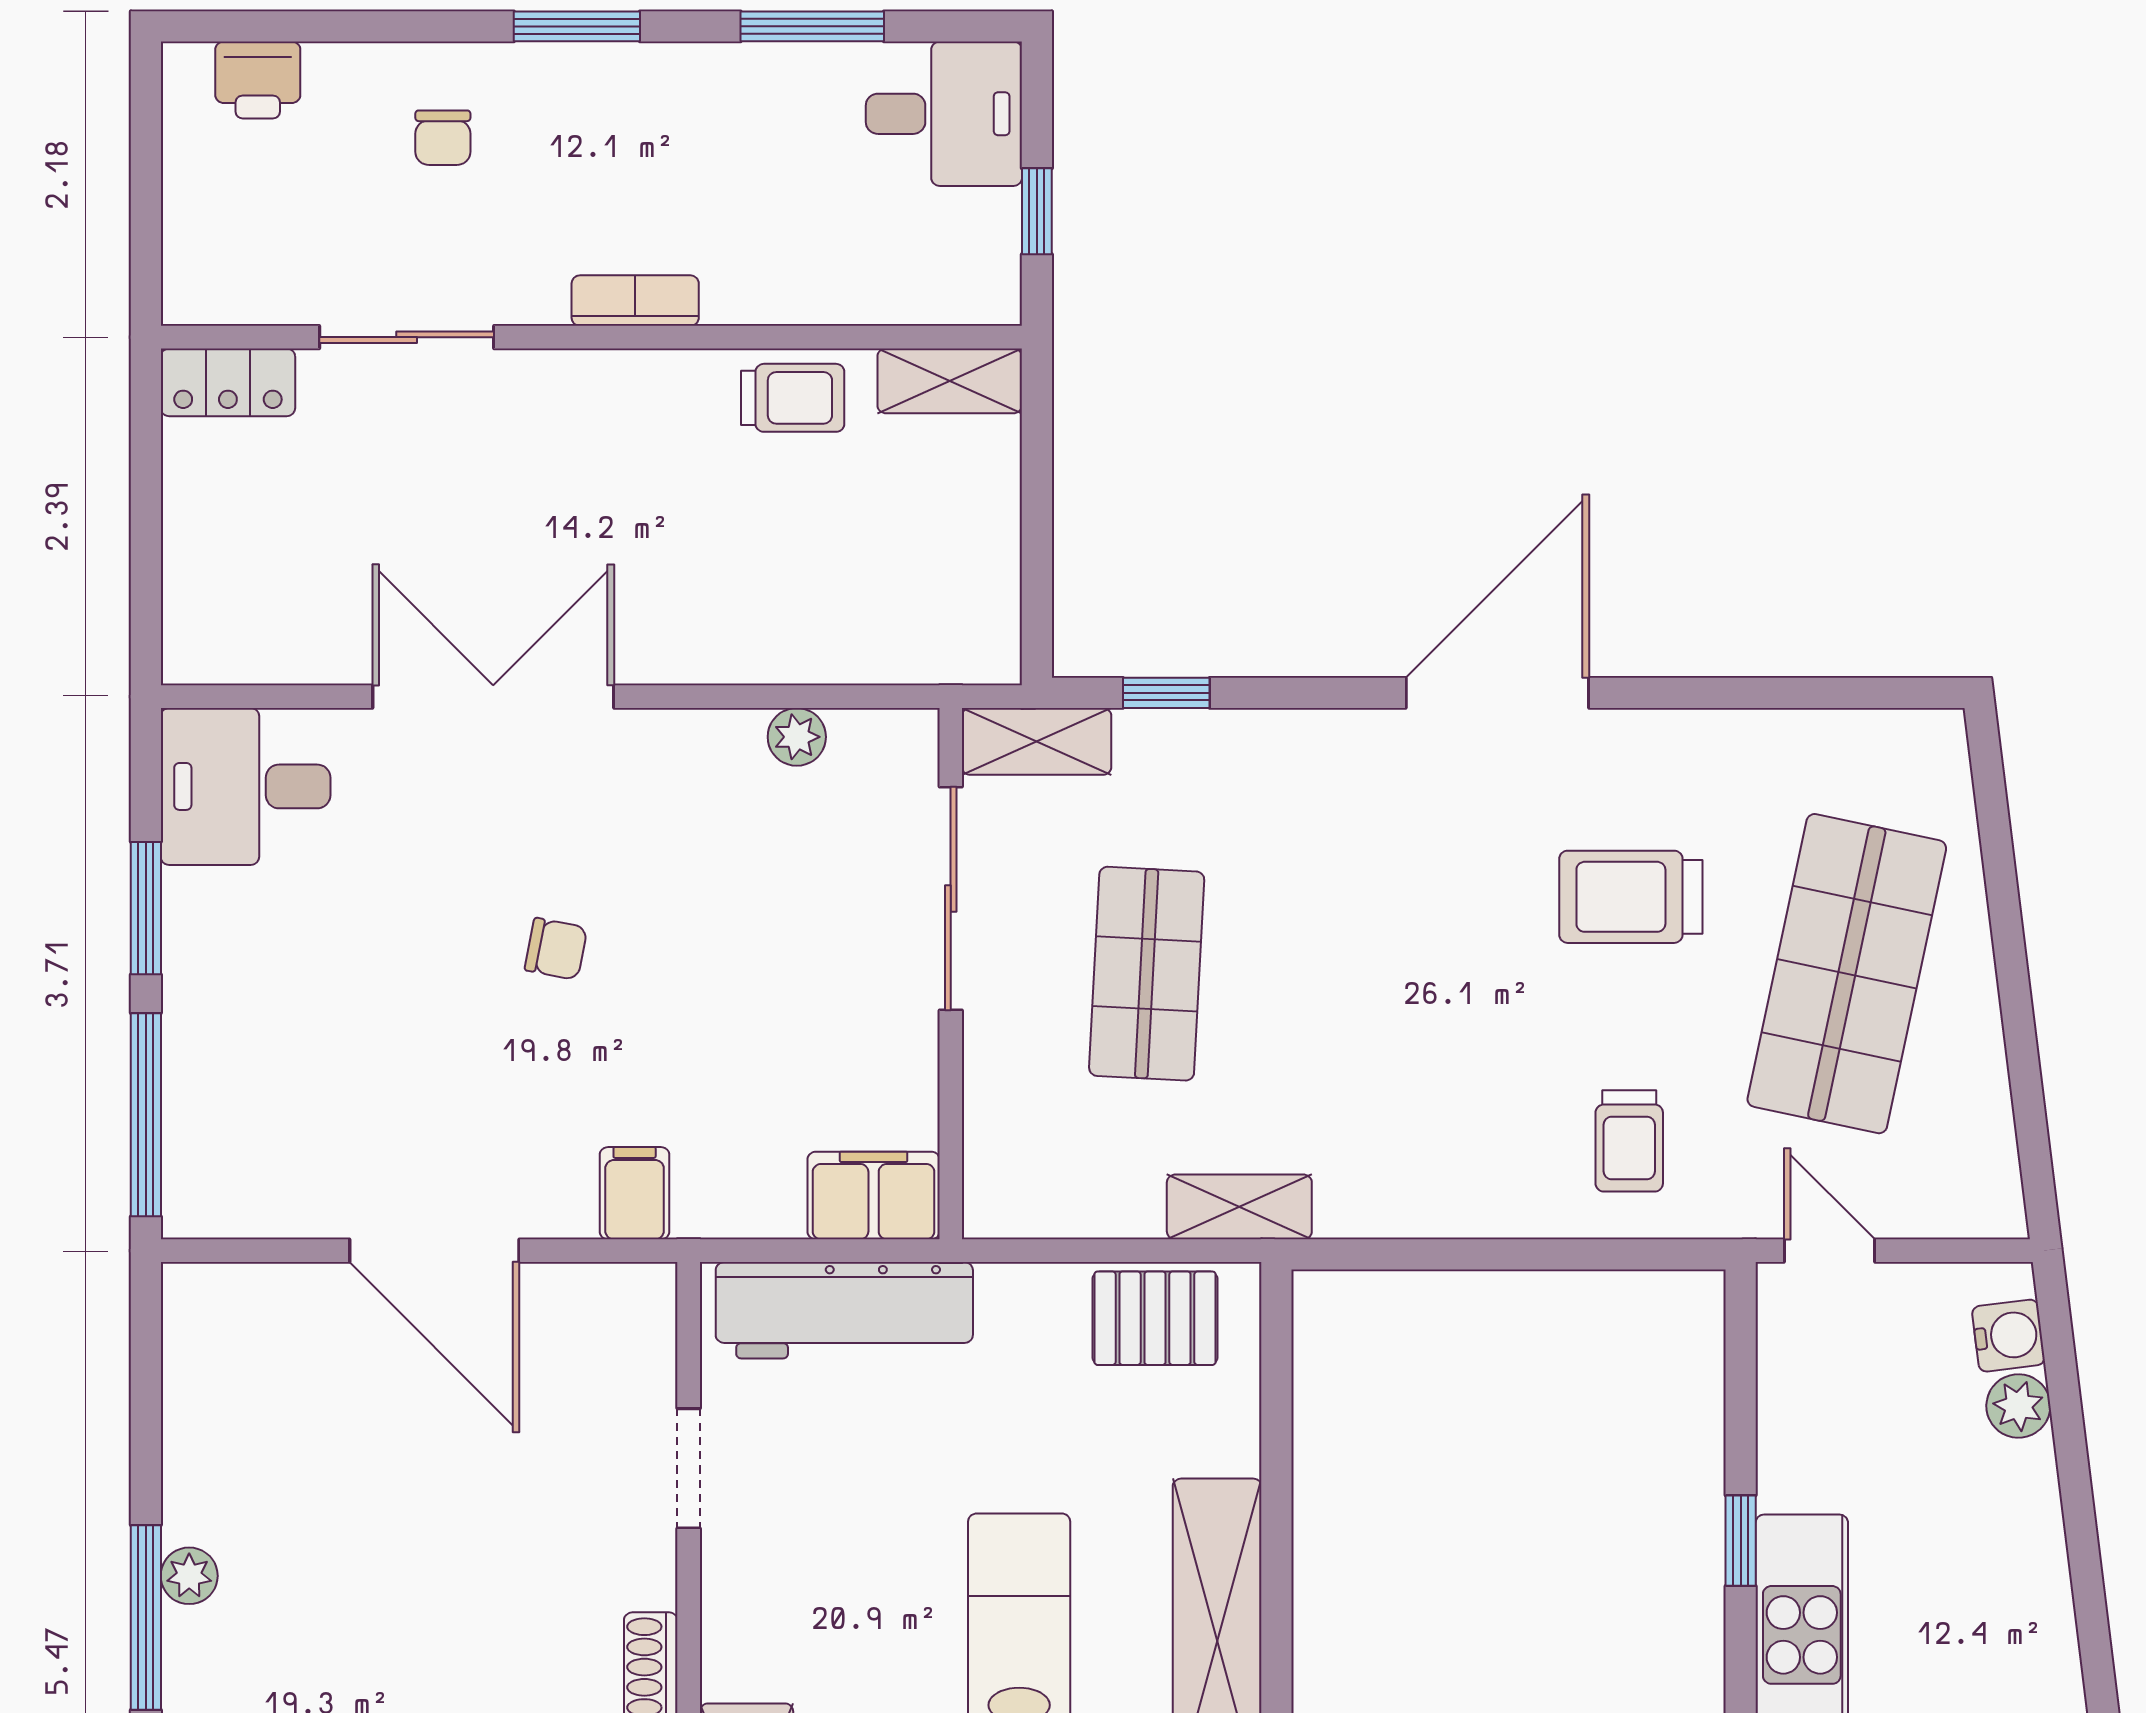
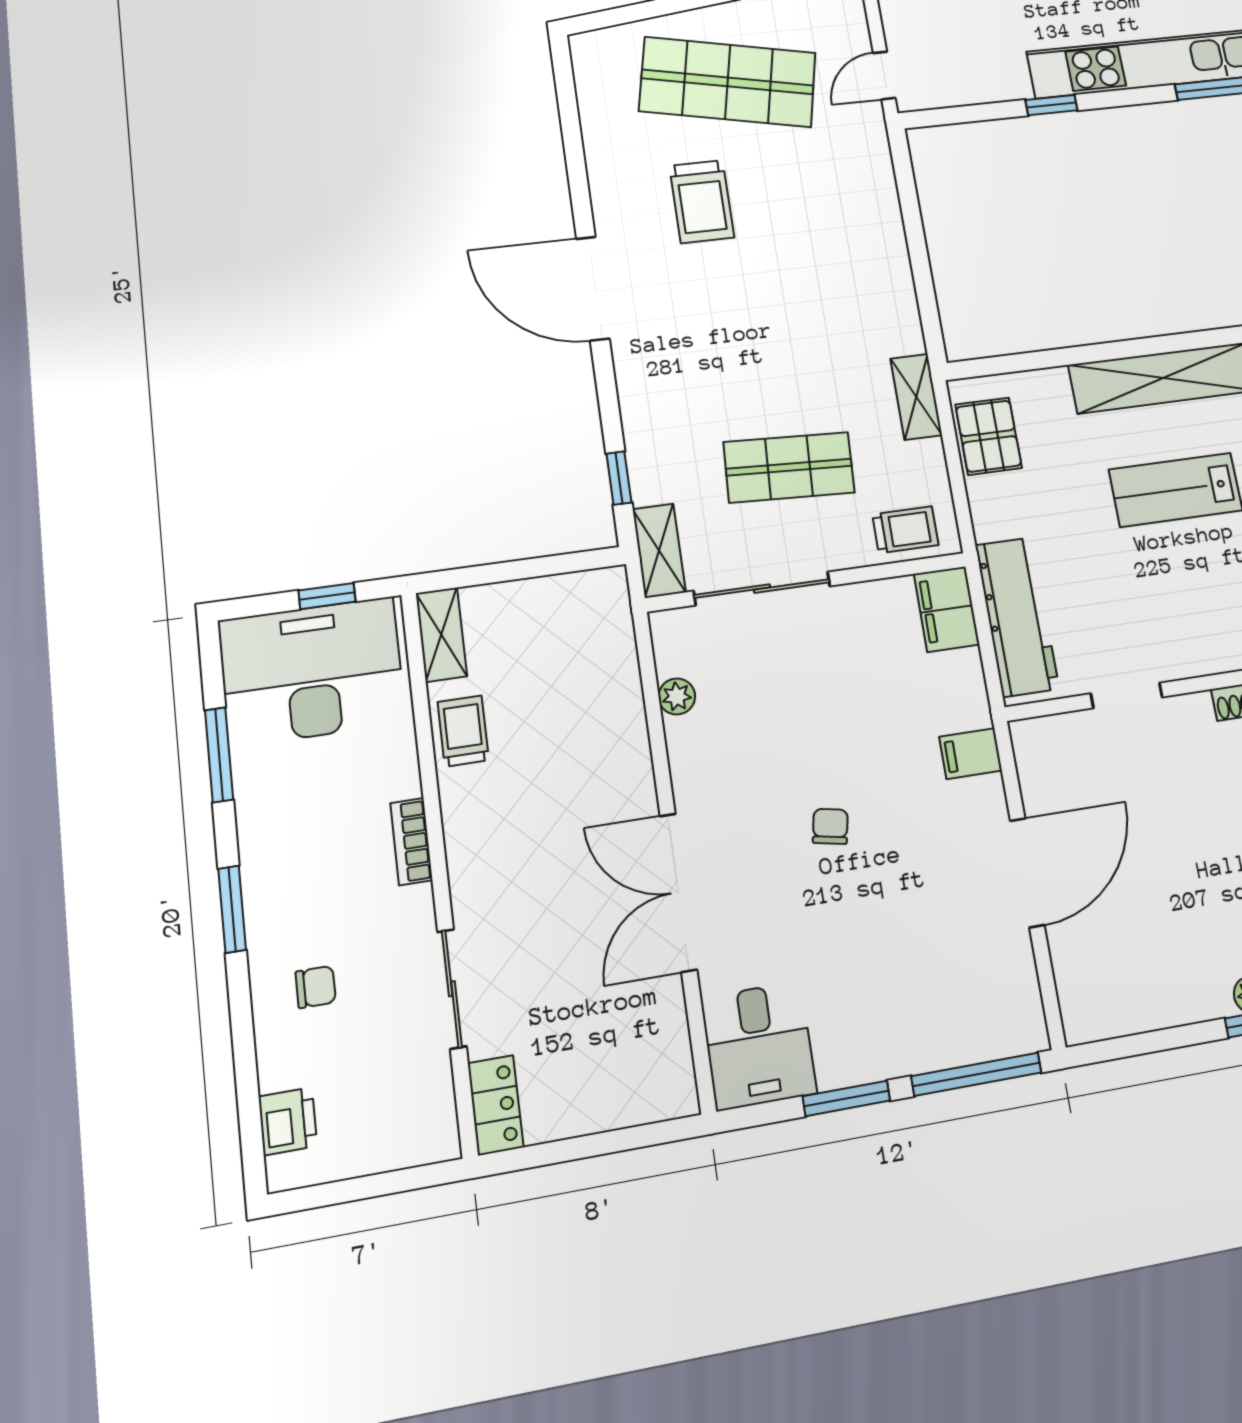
desk: (944, 114) -> (312, 671), width x1.87, depth x1.30
trolley: (1629, 1141) -> (905, 530), moved

